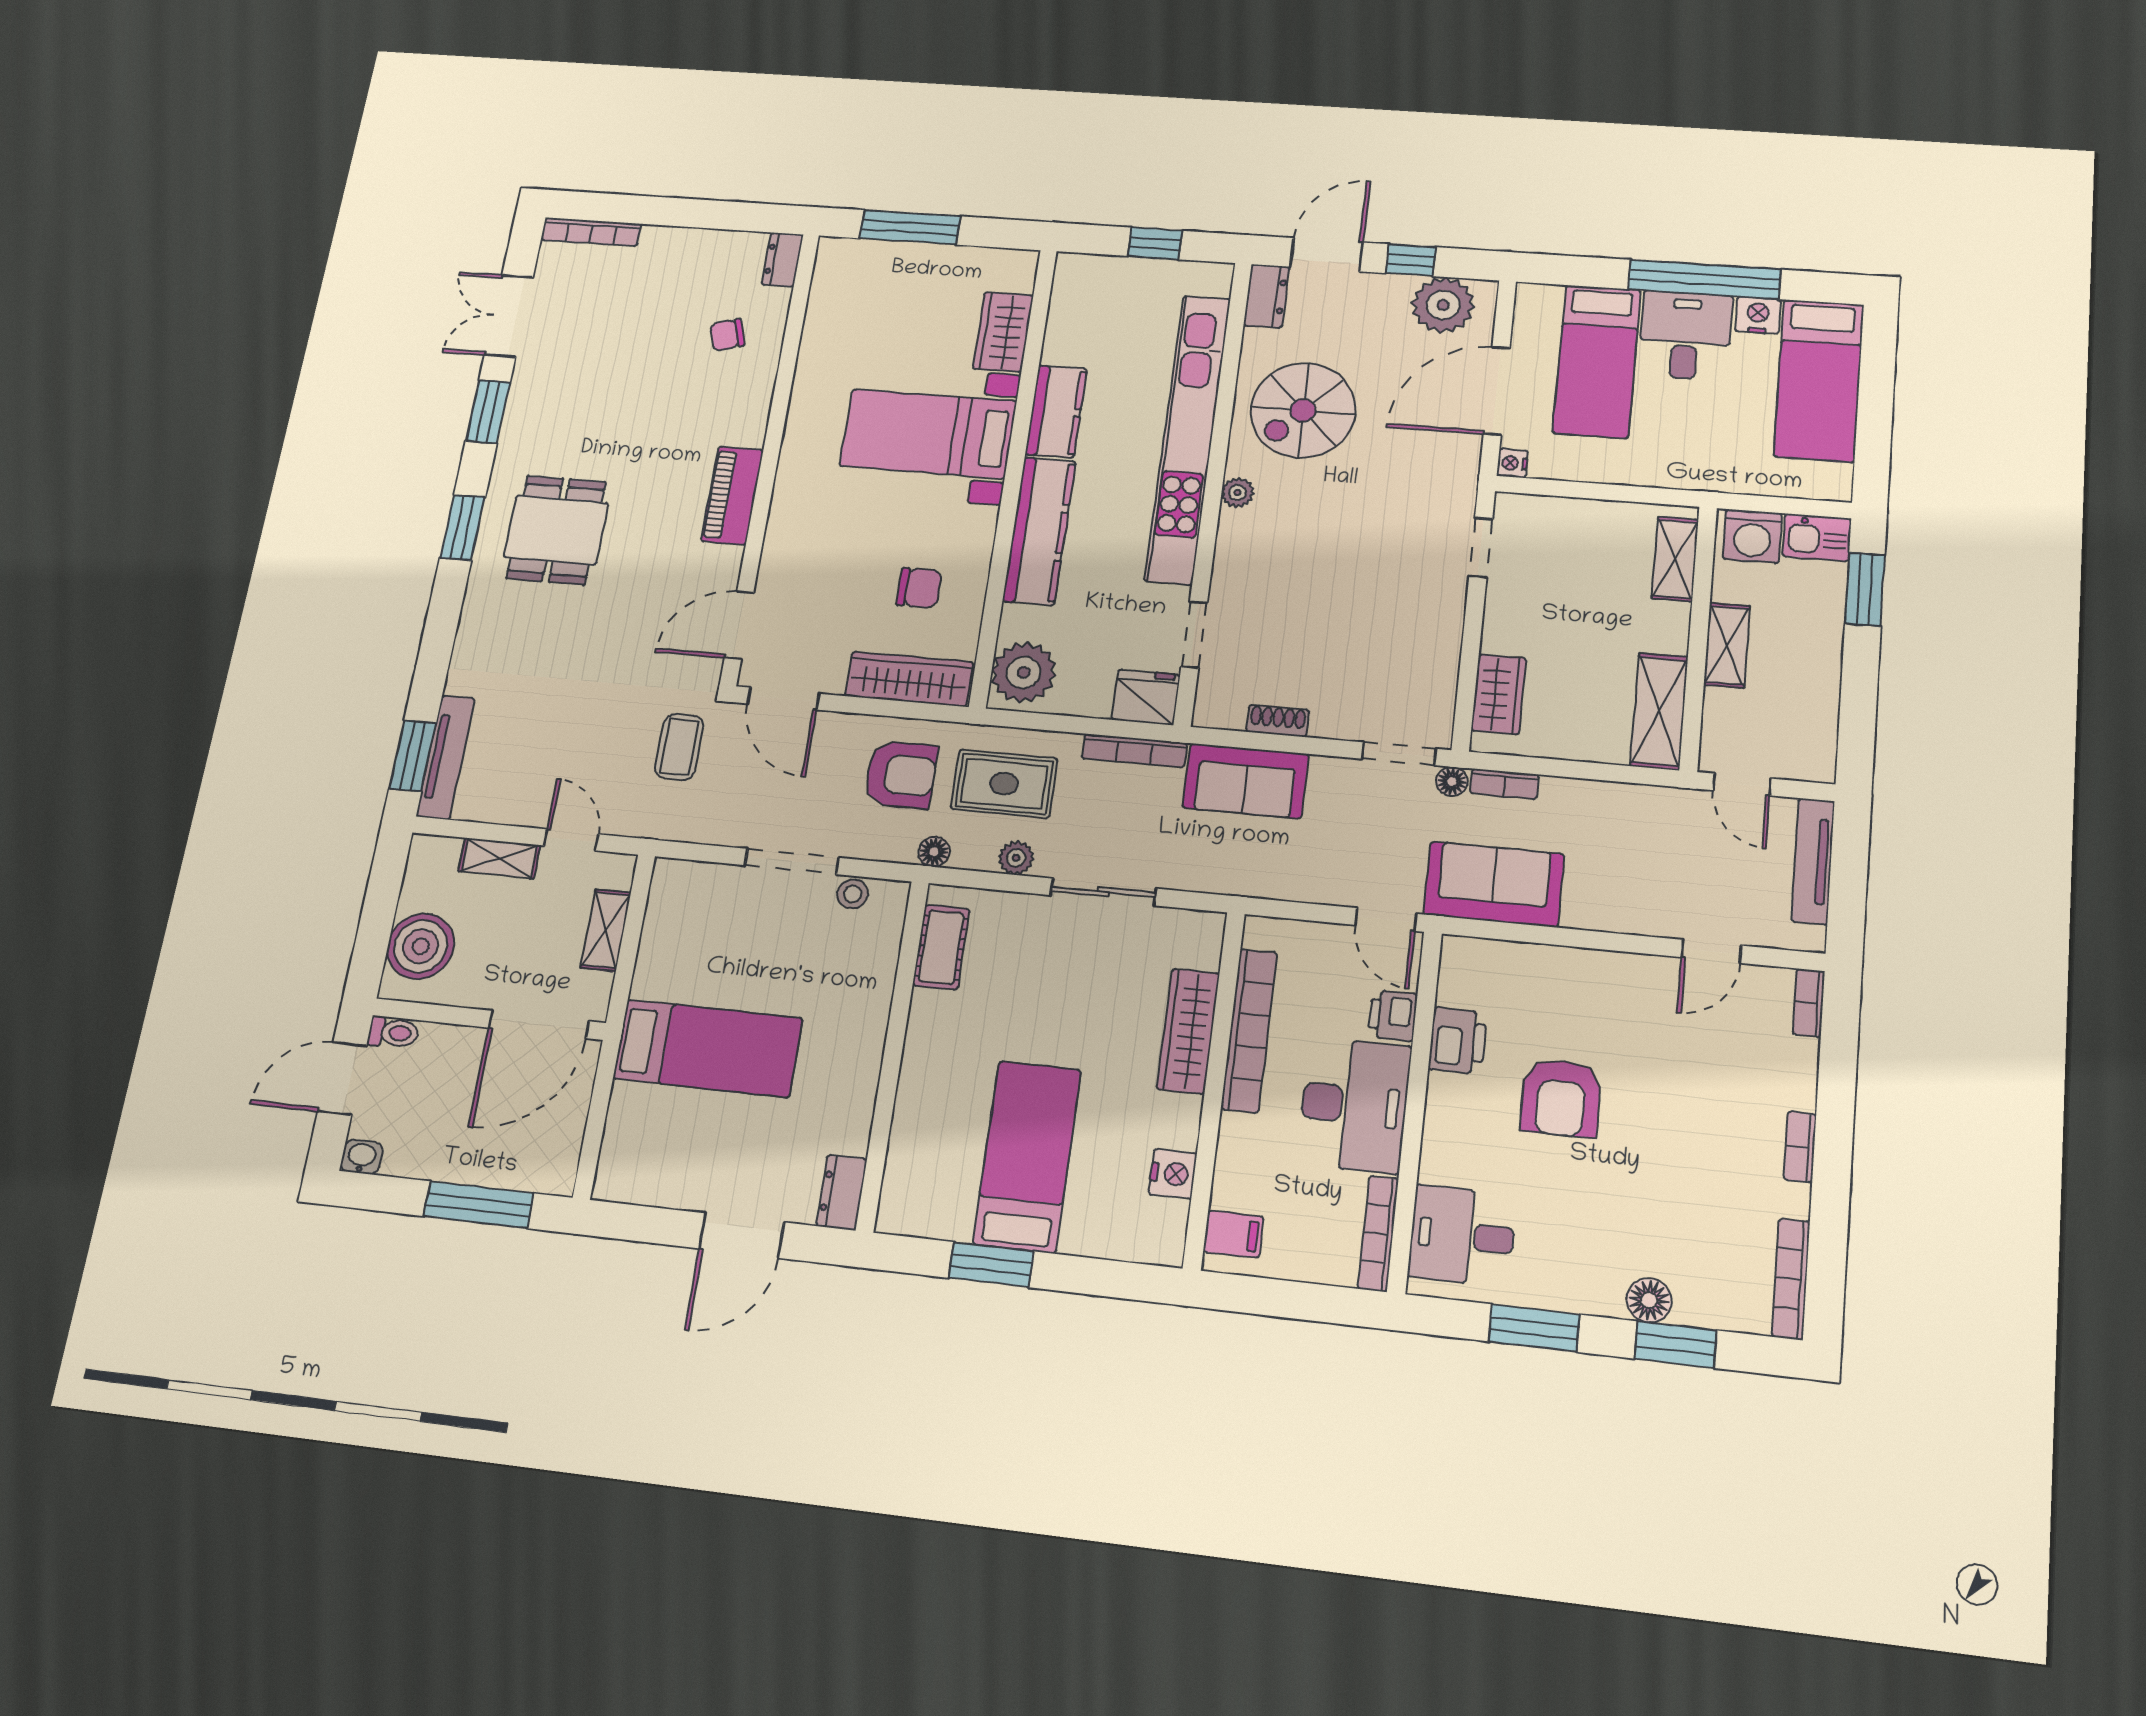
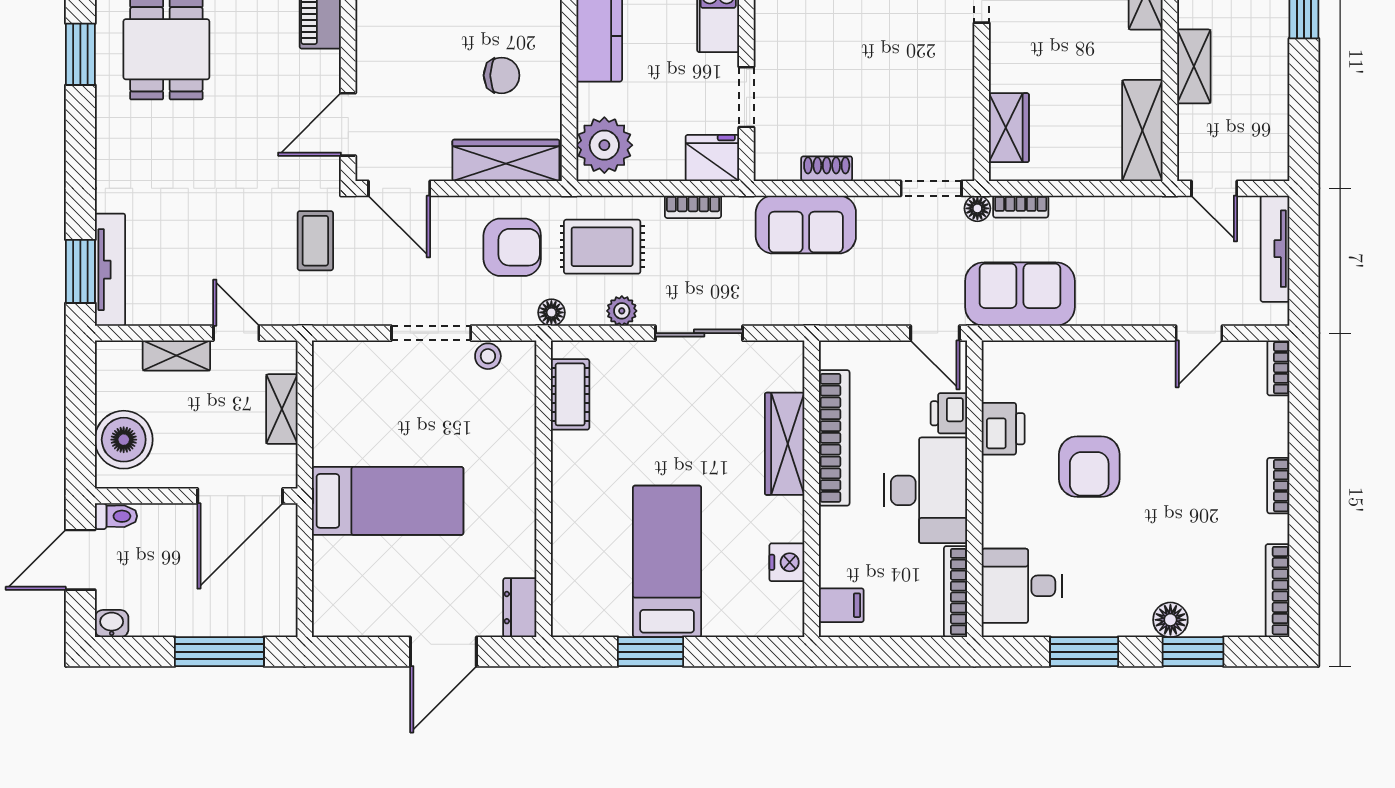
bookcase: (1134, 751) -> (693, 207), width x0.64

